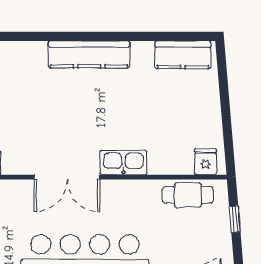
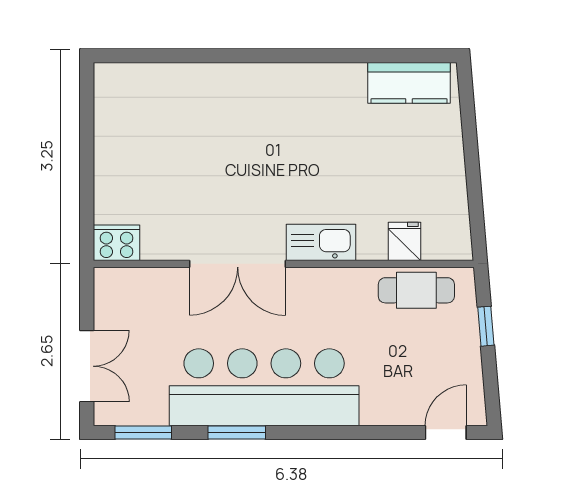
kitchen counter: (89, 54) -> (270, 82), removed
fridge: (206, 162) -> (404, 241), moved

